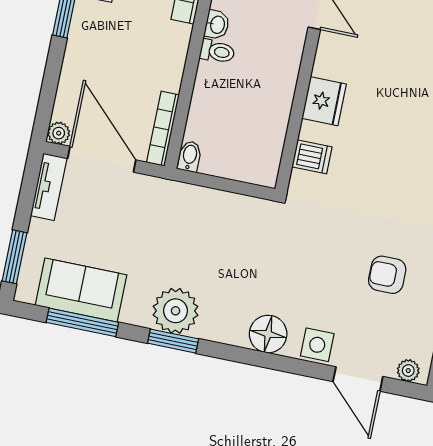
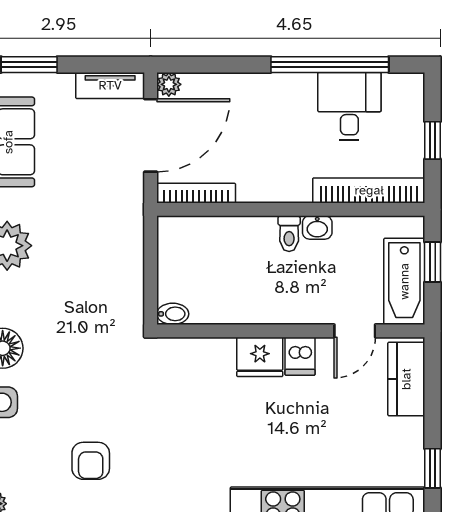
bidet: (190, 156) -> (173, 314), moved
dishwasher: (312, 157) -> (300, 356), moved
armchair: (387, 275) -> (91, 461), turned 180

